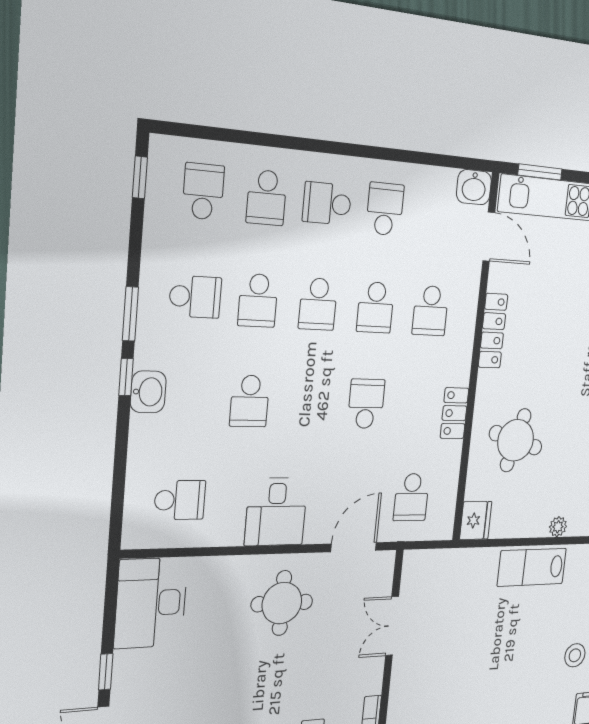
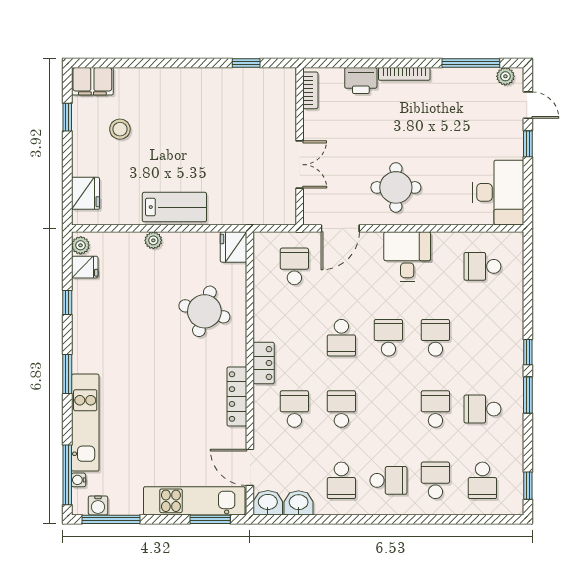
school desk: (318, 304) -> (388, 338), moved
washbasin: (148, 392) -> (299, 503), moved, turned 90
locker: (454, 413) -> (264, 363), moved

